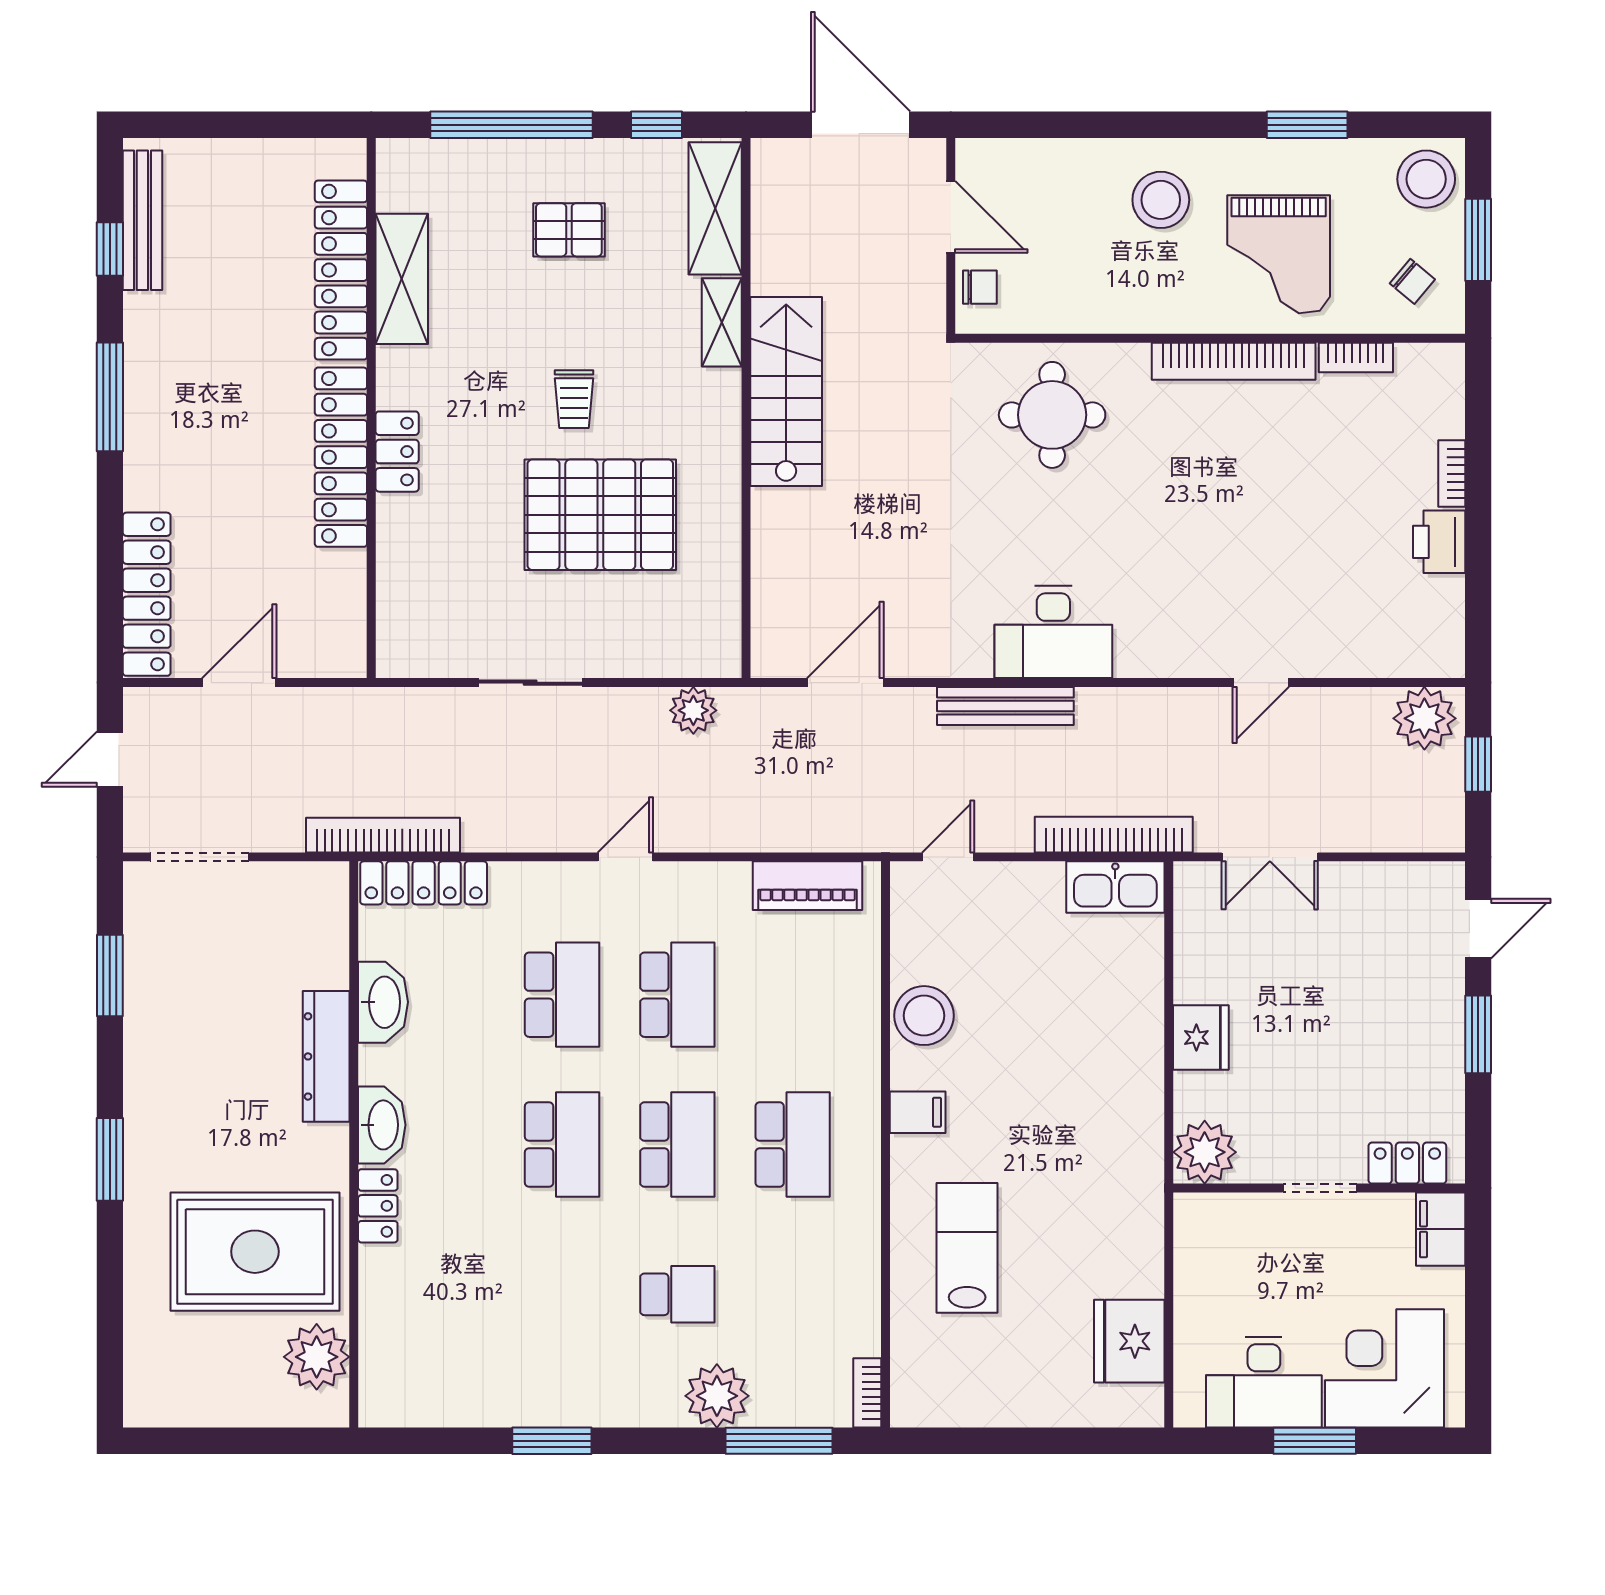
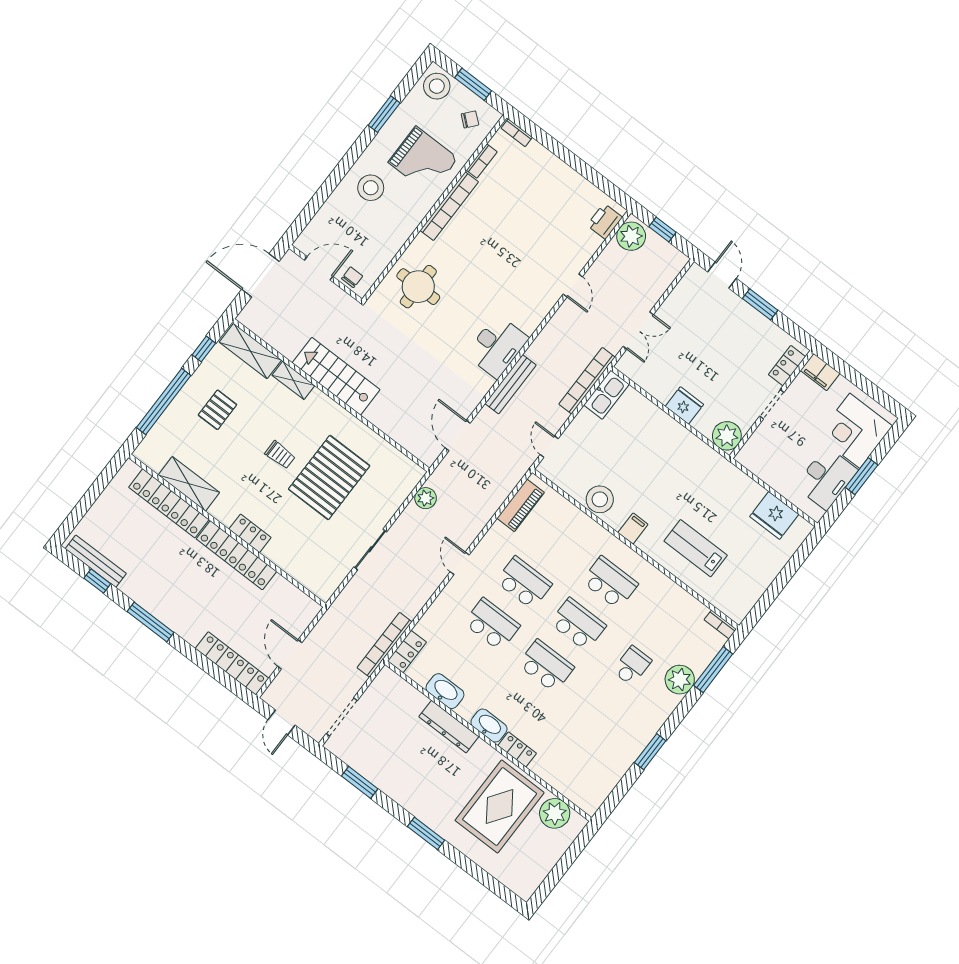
bookcase: (1452, 474) -> (517, 133), moved
printer: (1439, 542) -> (605, 221), moved, turned 90
locker: (424, 883) -> (407, 652), width x0.66

